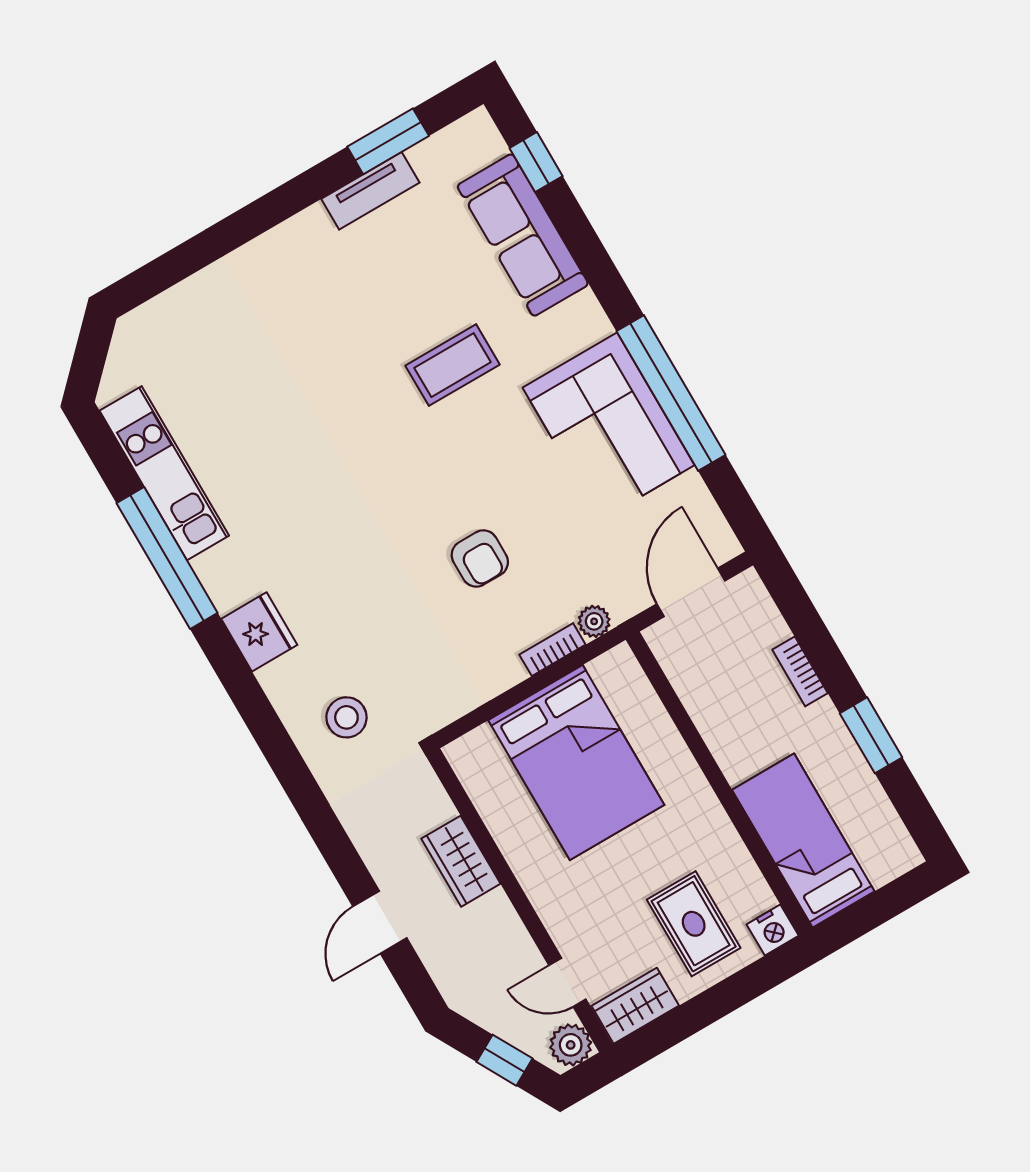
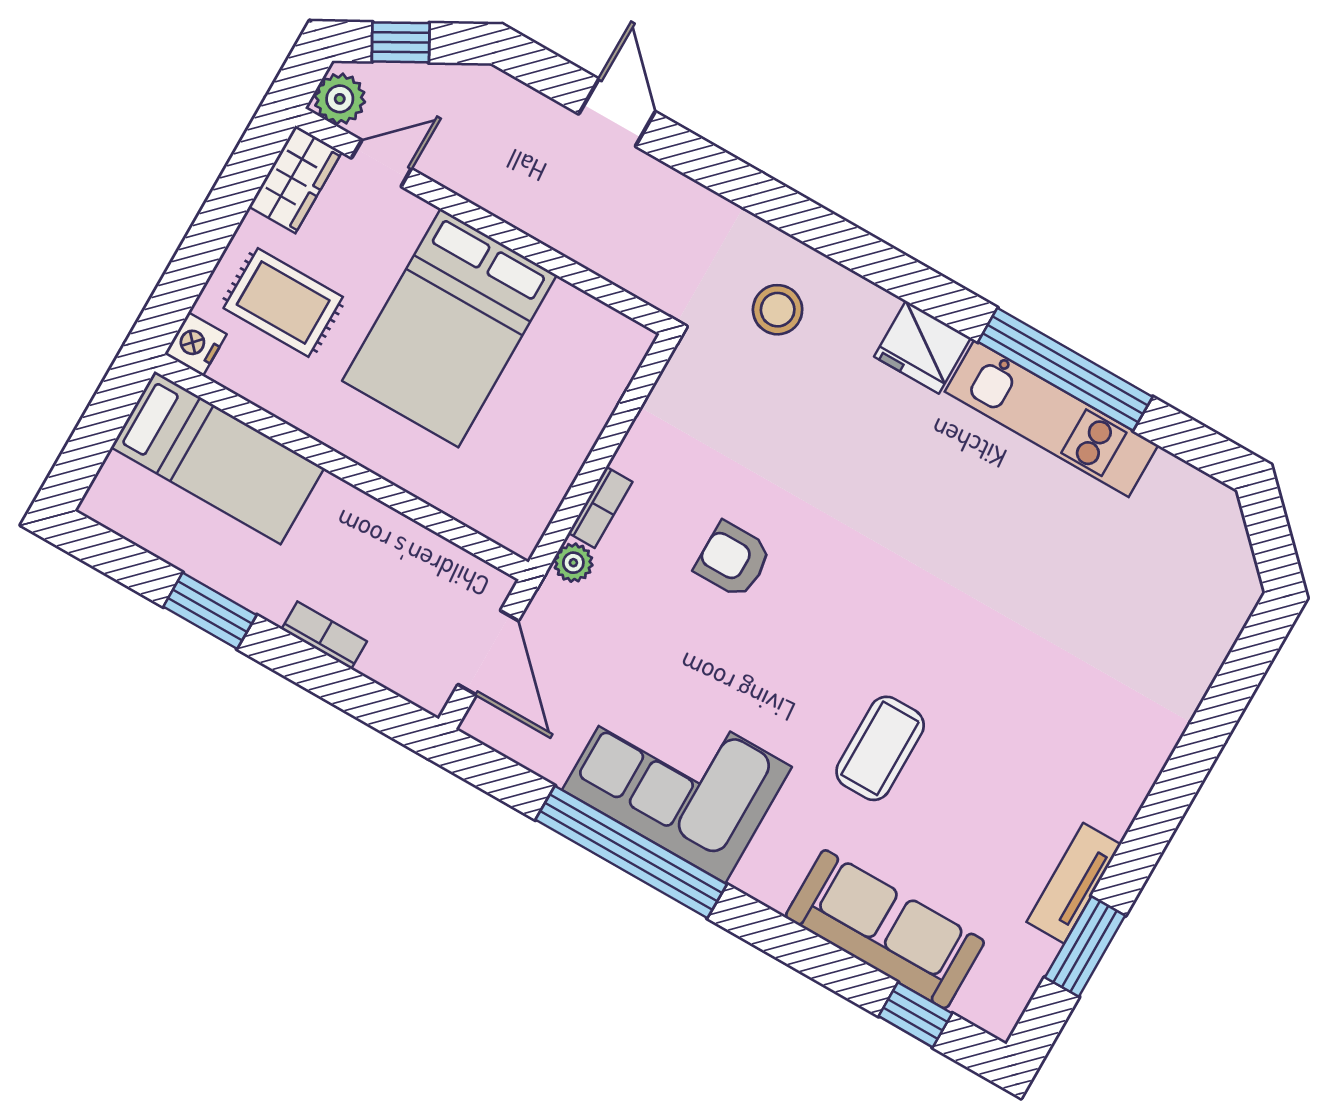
kitchen unit: (164, 473) -> (1052, 418), moved
bed: (576, 763) -> (449, 328), moved, turned -90
wardrobe: (461, 861) -> (568, 227), removed

